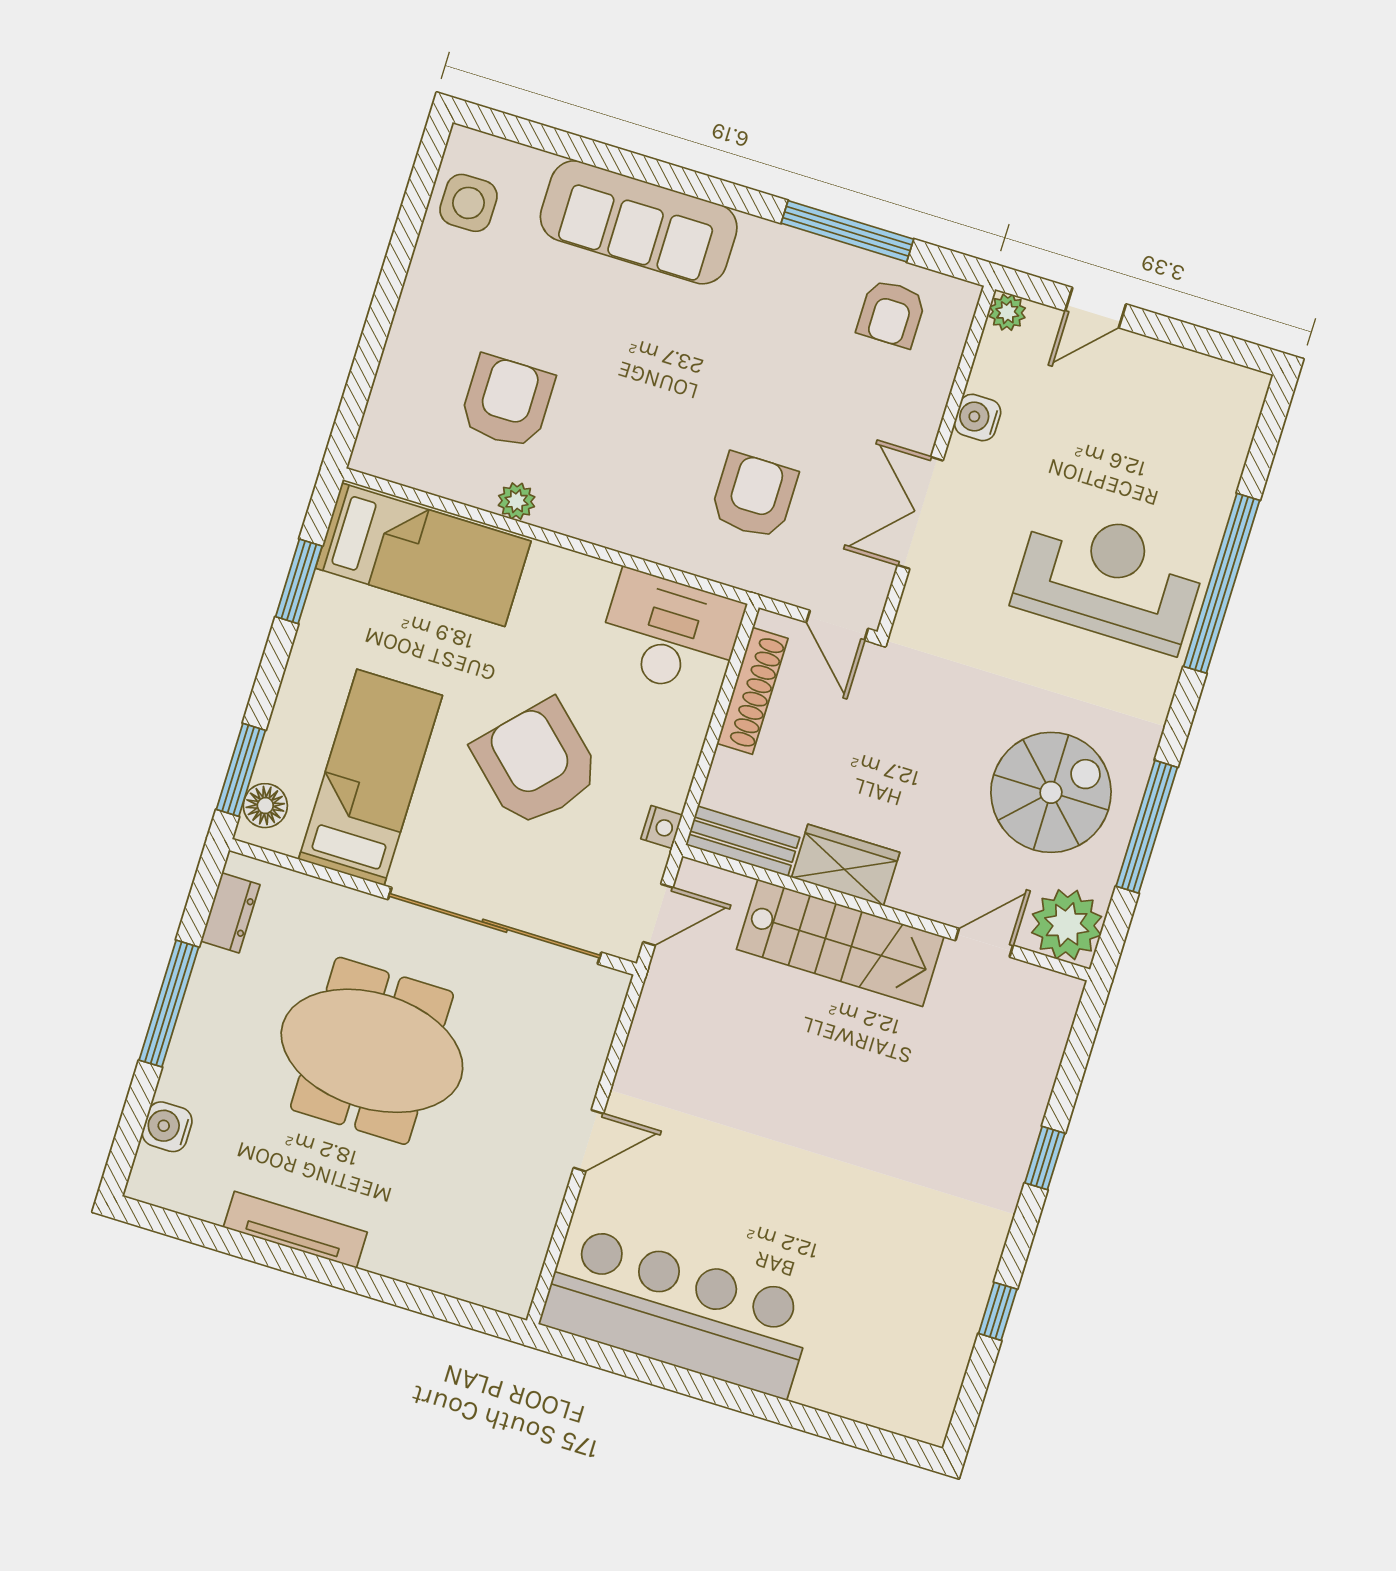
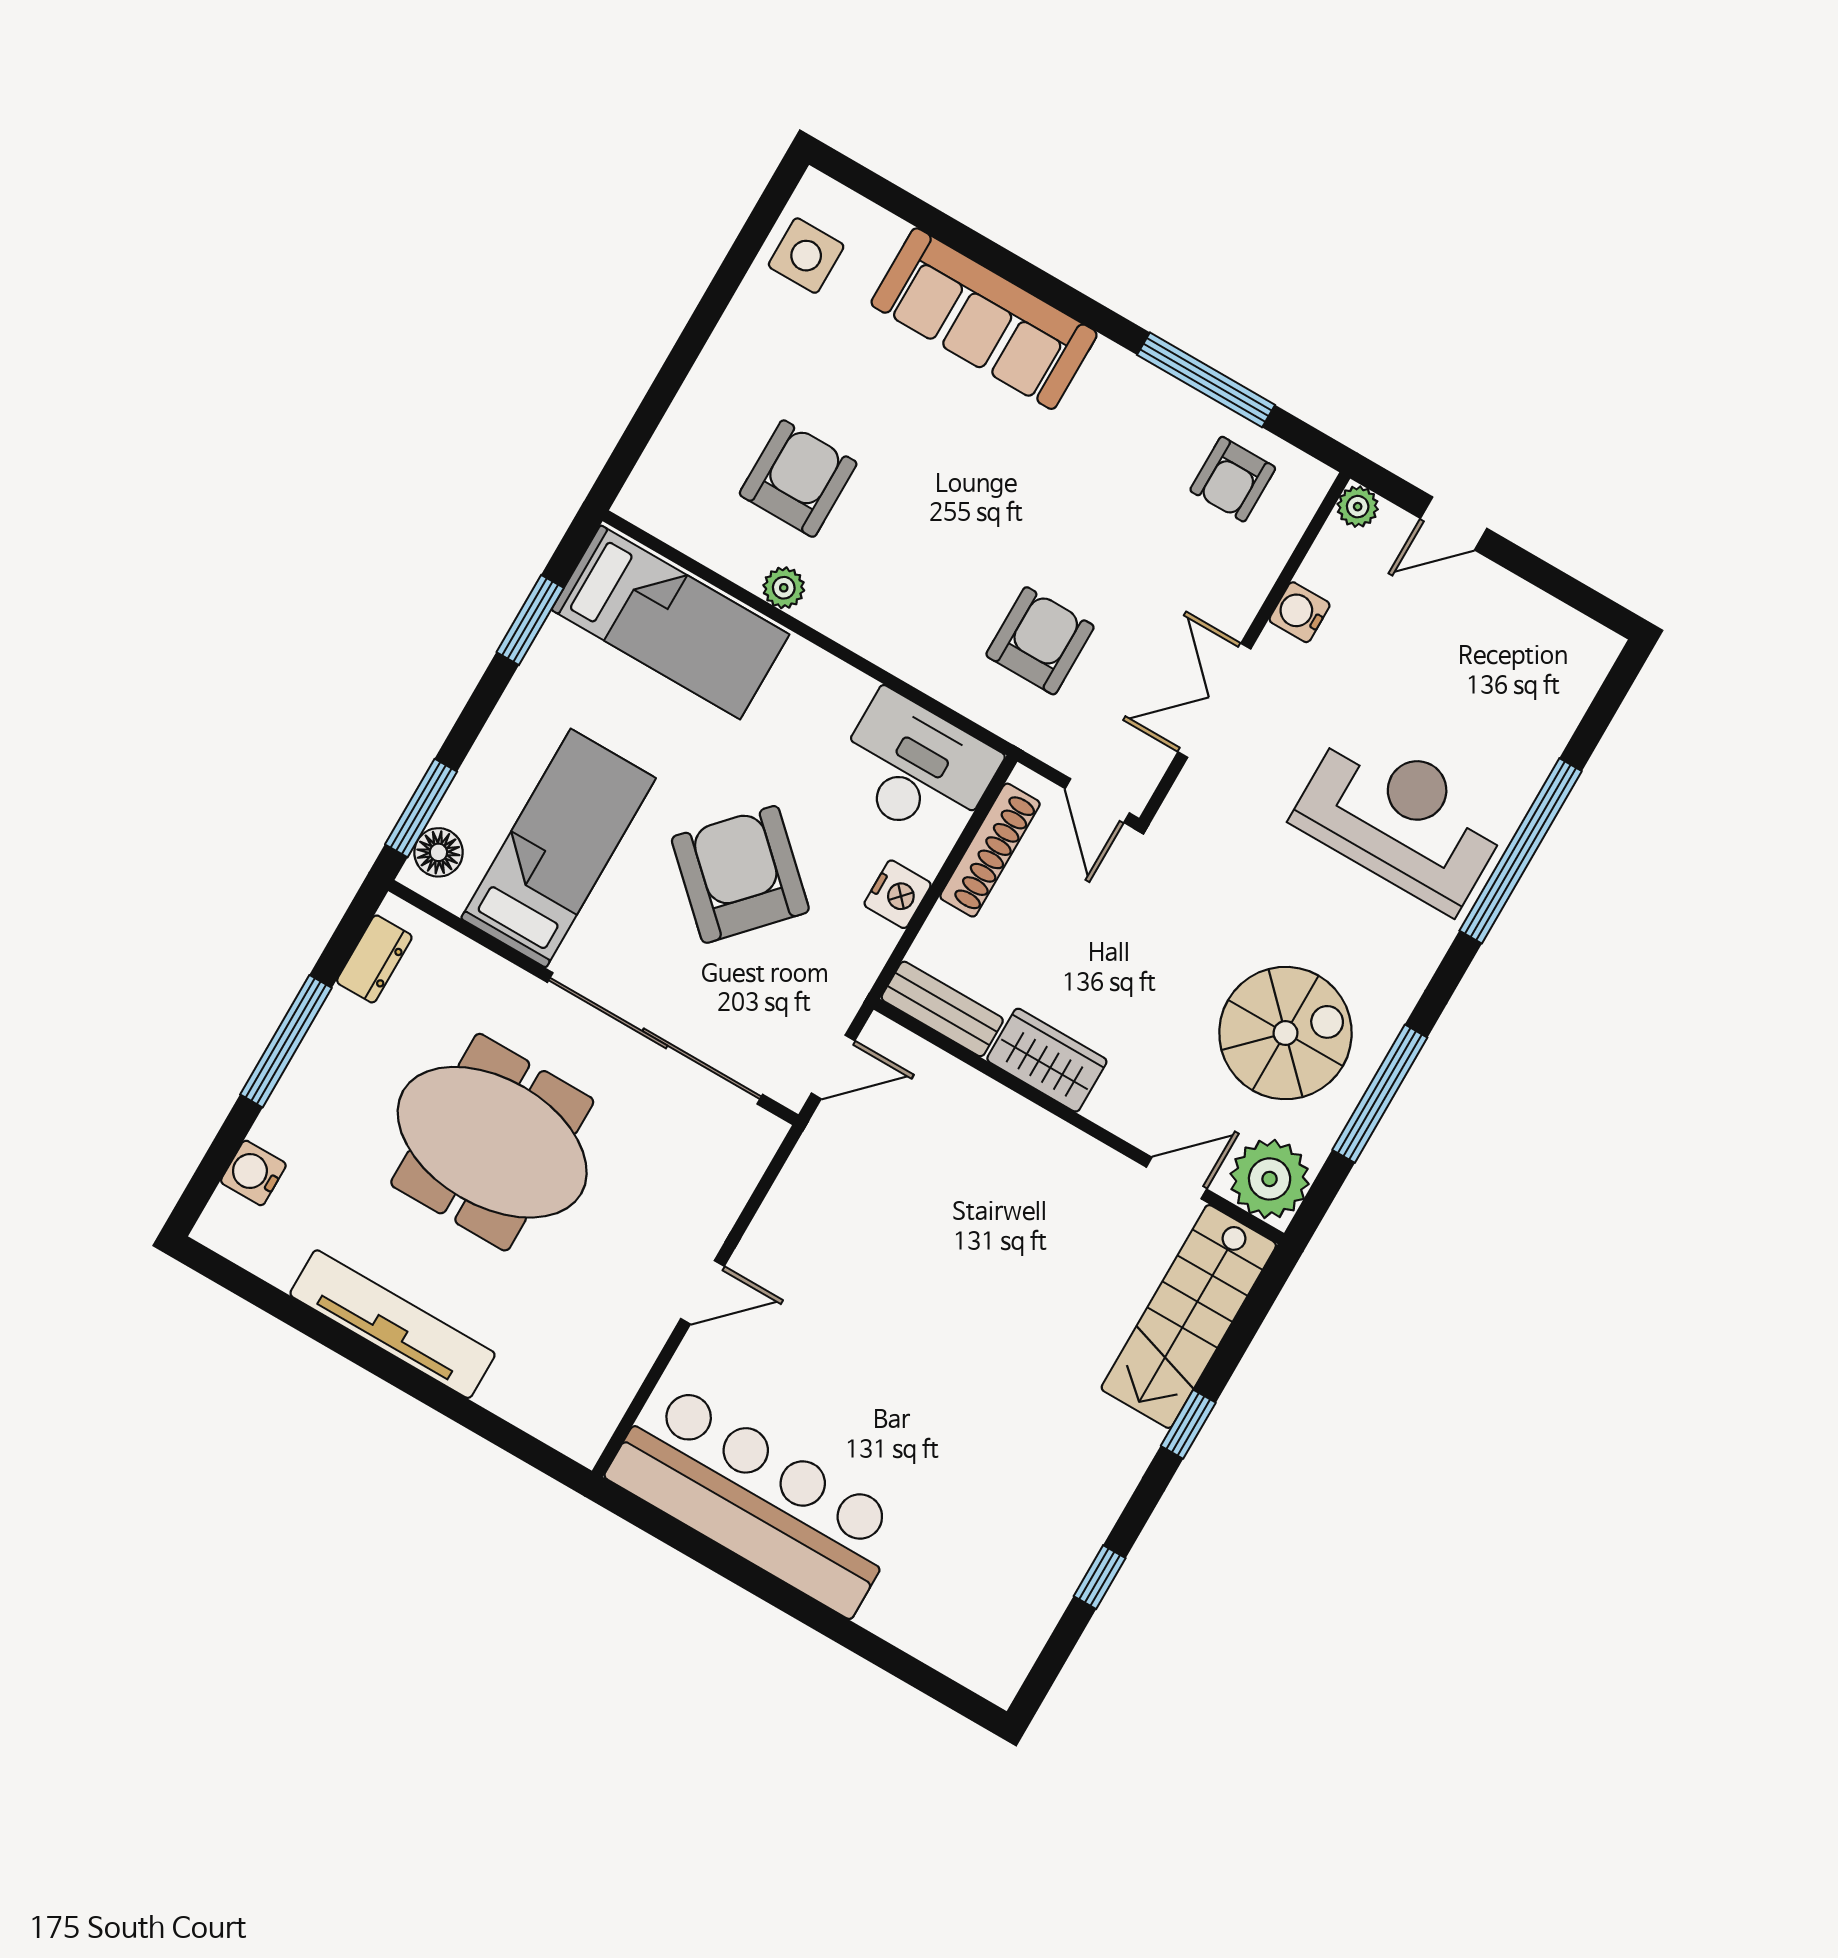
nightstand: (662, 827) -> (898, 894), moved, width x1.39, depth x1.35
stairs: (840, 943) -> (1189, 1316), moved, turned 90
tv unit: (295, 1230) -> (393, 1324), width x1.36, depth x1.29

